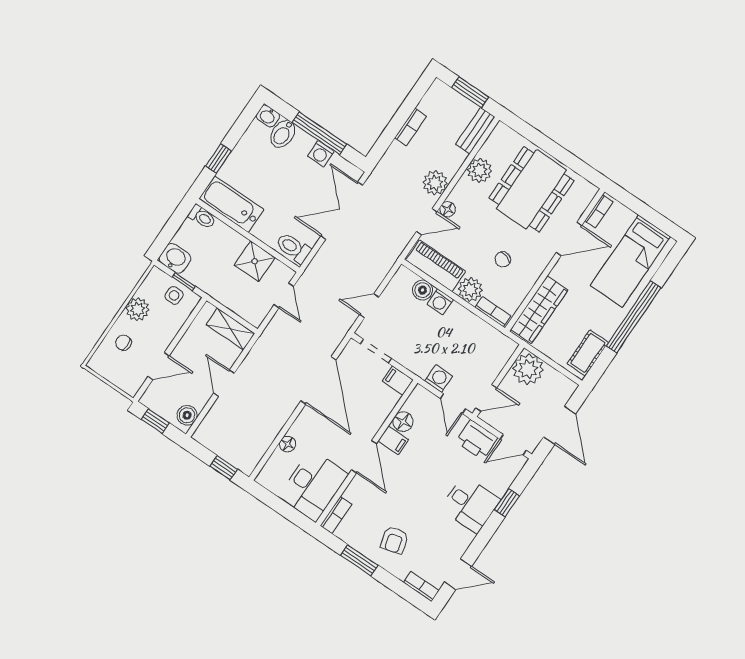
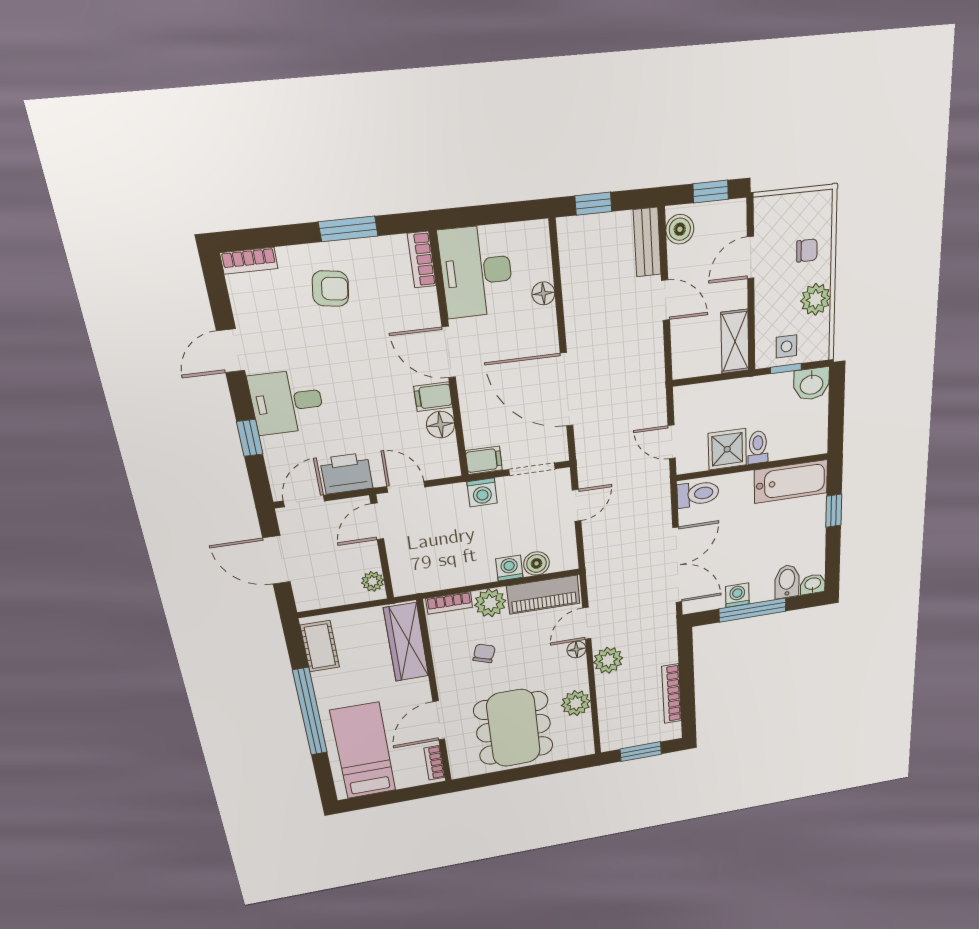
bookcase: (411, 127) -> (672, 694), width x1.56
bench: (475, 131) -> (647, 242), moved
toilet: (202, 217) -> (758, 447), moved, turned 90
shelving: (230, 329) -> (735, 341), moved, turned 90
plant: (528, 369) -> (373, 581), width x0.53, depth x0.53
washing machine: (439, 379) -> (482, 492), moved
armchair: (394, 540) -> (330, 289), turned 113
door: (458, 574) -> (231, 351), moved

